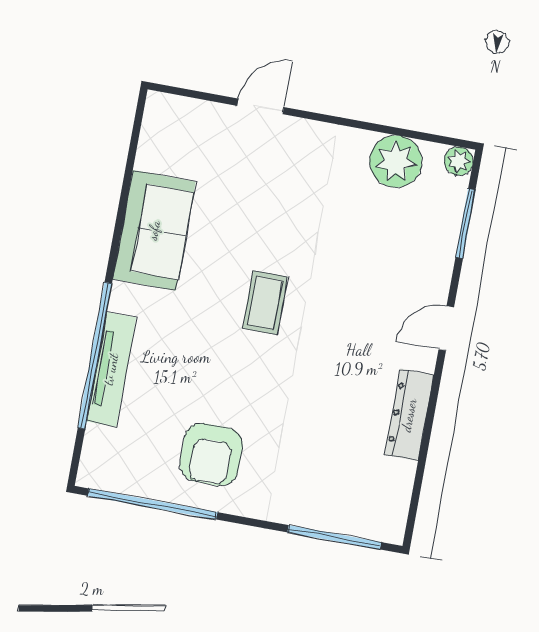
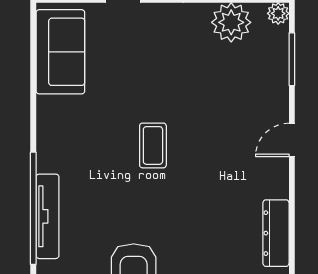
sofa: (154, 230) -> (60, 52), moved
dresser: (409, 415) -> (276, 233), moved

